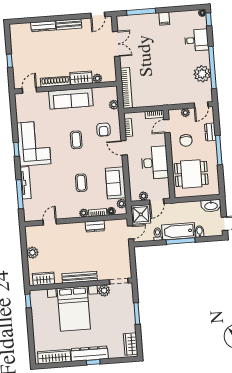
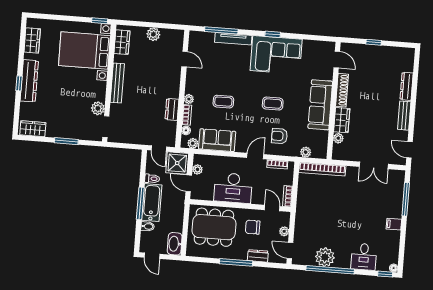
dining table: (191, 174) -> (214, 227), width x1.37
bed with nightstands: (74, 309) -> (84, 51), moved
wardrobe: (54, 357) -> (32, 40), width x0.67

